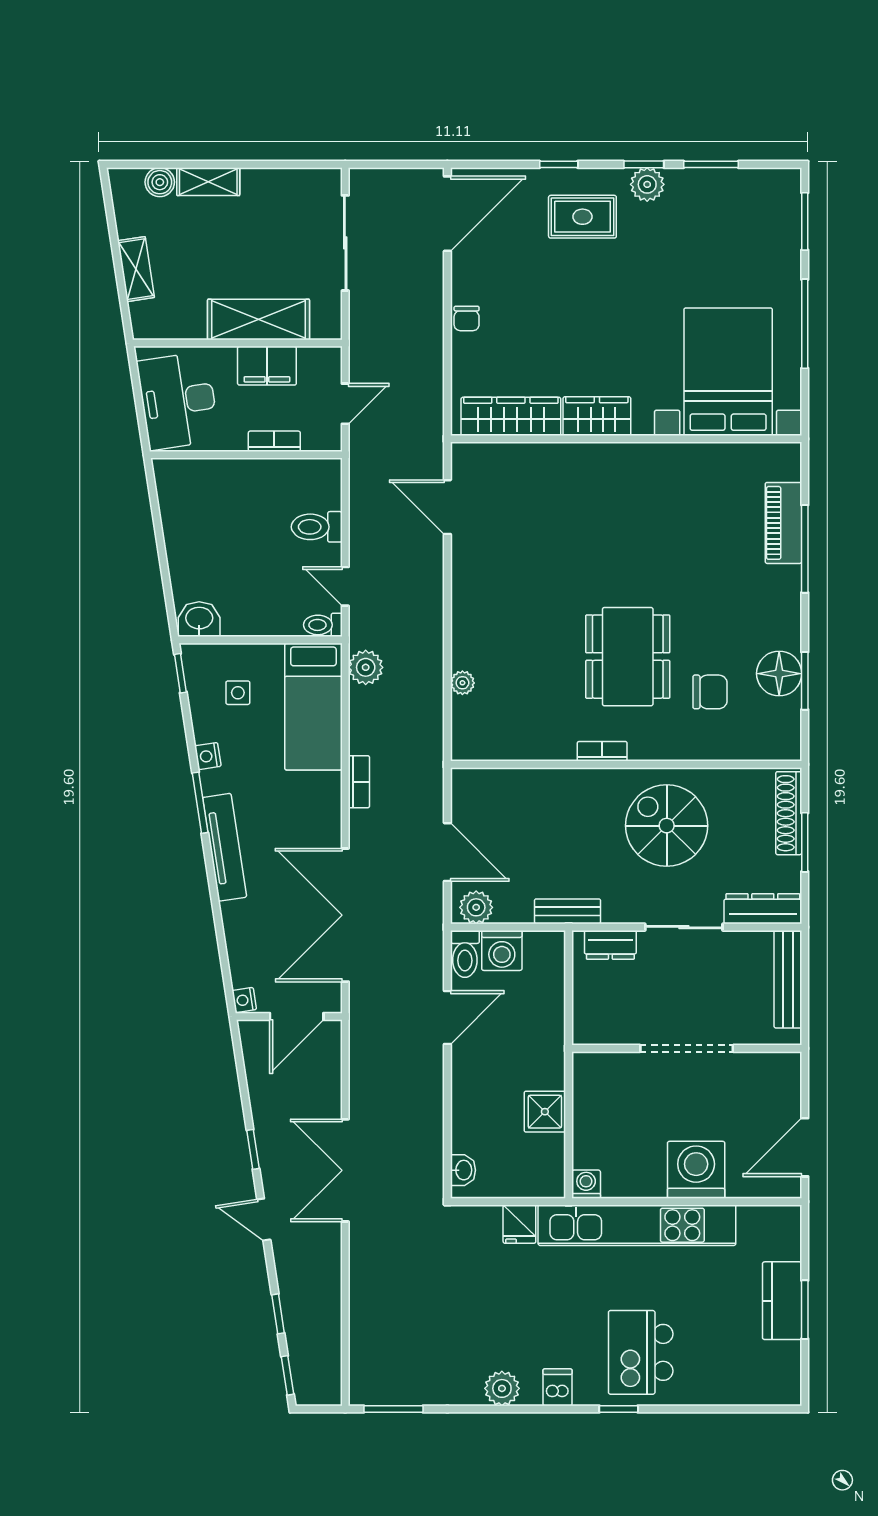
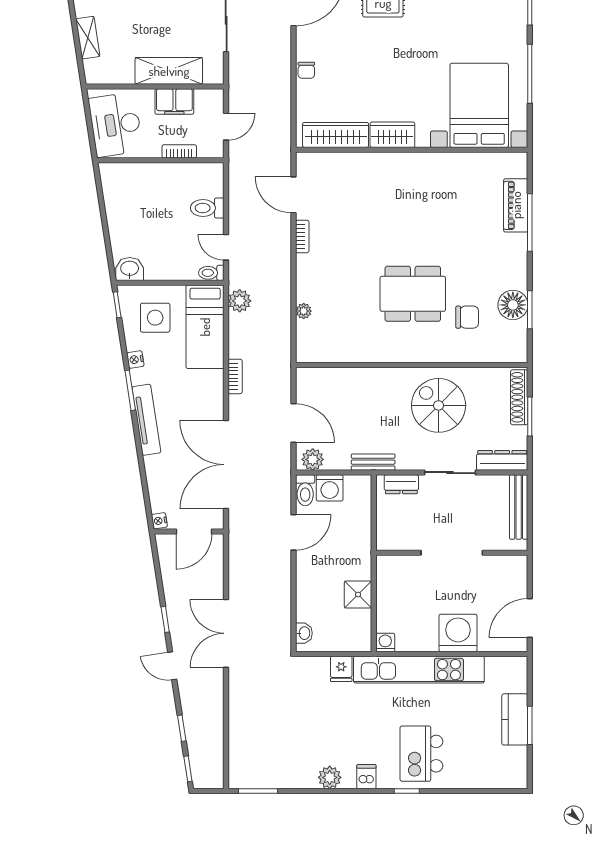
dining table: (628, 657) -> (413, 294), turned 90
side table: (238, 693) -> (155, 318), width x1.87, depth x1.87
bookcase: (602, 751) -> (302, 236), moved, turned 90

